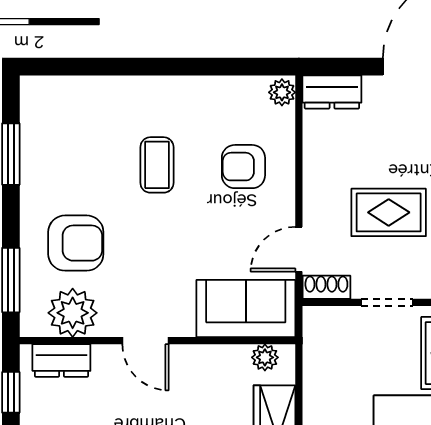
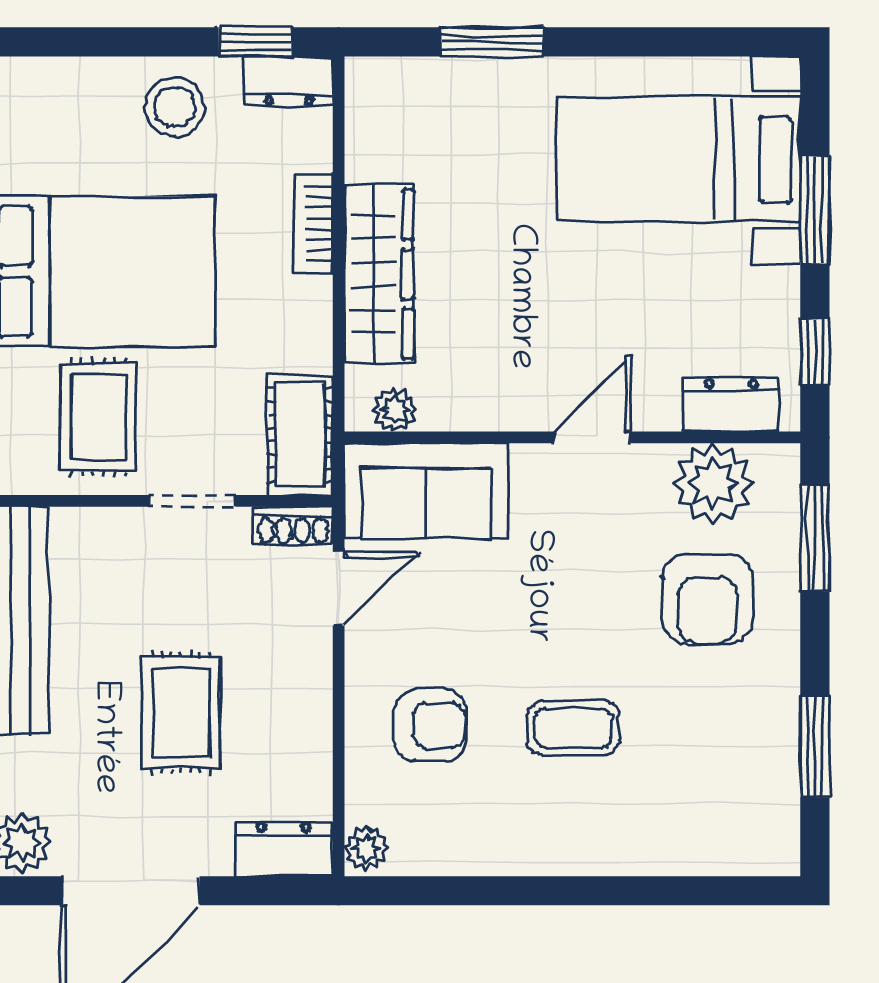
coffee table: (157, 165) -> (573, 728), turned 90
rug: (389, 212) -> (181, 713), moved, turned 90
armchair: (76, 243) -> (707, 599), turned -90
door: (145, 341) -> (592, 437), hinge flipped
cot: (322, 342) -> (300, 435), added

